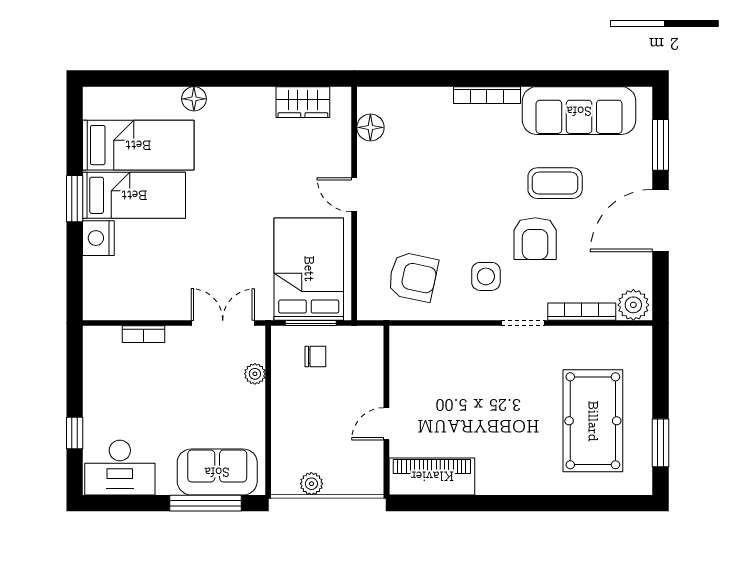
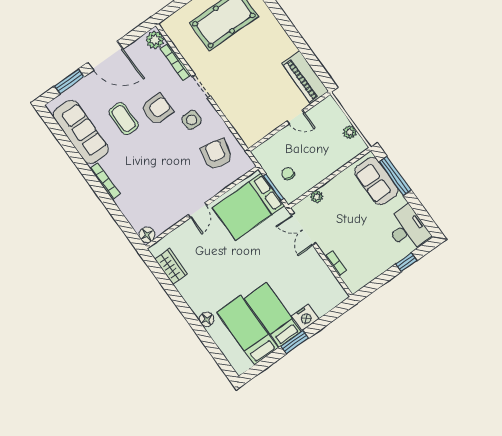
floor lamp: (370, 127) -> (147, 235), moved

